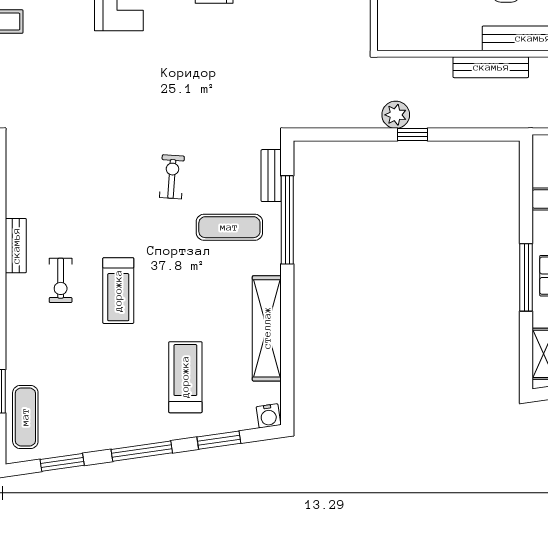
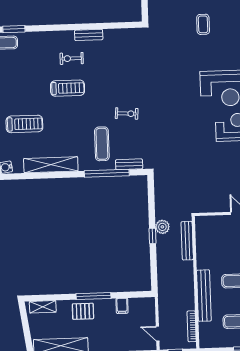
bench: (491, 67) -> (187, 241), moved
window: (526, 277) -> (93, 296), moved
treadmill: (118, 291) -> (67, 88), turned 180

